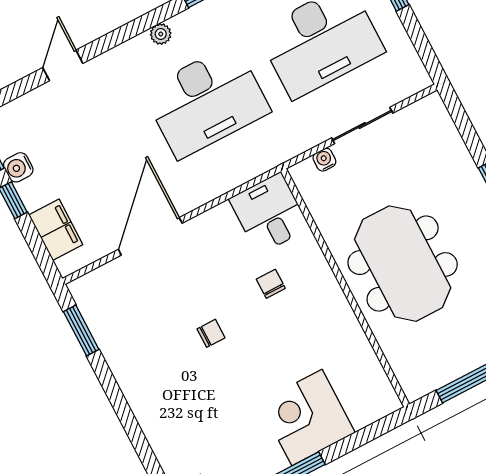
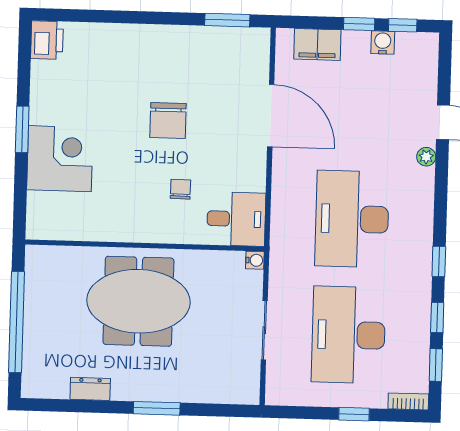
plant: (161, 34) -> (426, 157), moved
water cooler: (324, 160) -> (255, 260), moved
chair: (271, 284) -> (181, 189), turned -89
chair: (211, 333) -> (168, 121), width x1.87, depth x1.87

